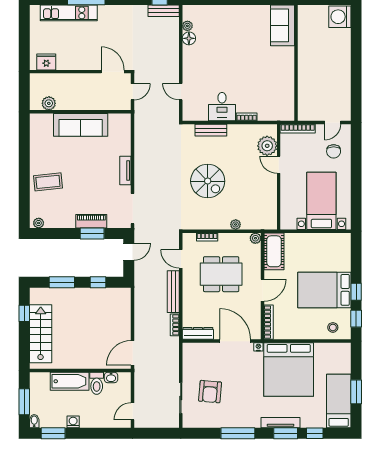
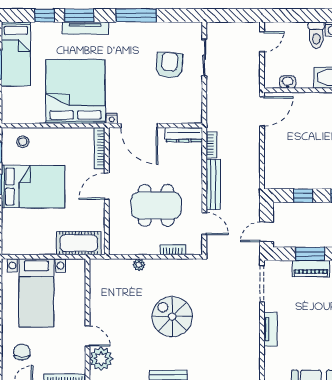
plant: (255, 238) -> (115, 248), removed
cot: (274, 251) -> (79, 243), moved, turned 90
toilet: (97, 383) -> (316, 35), moved, turned 180

